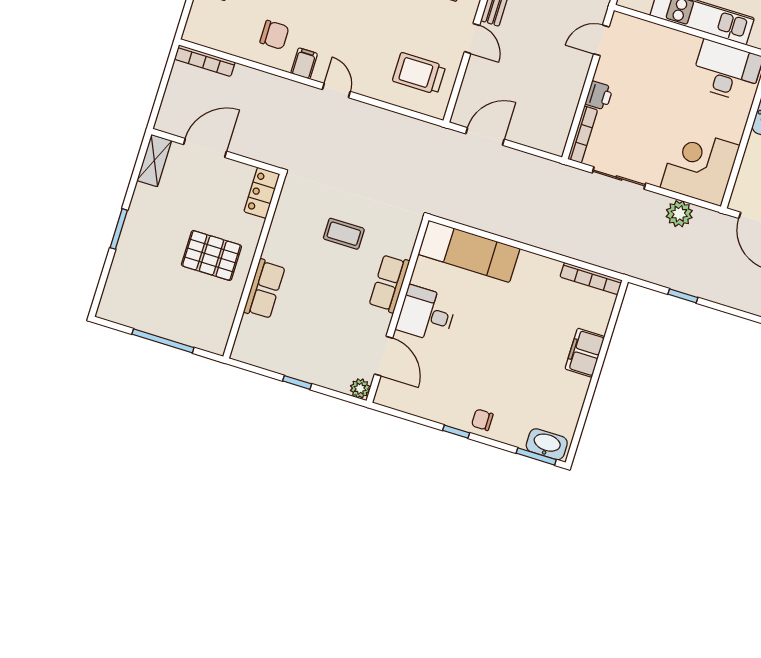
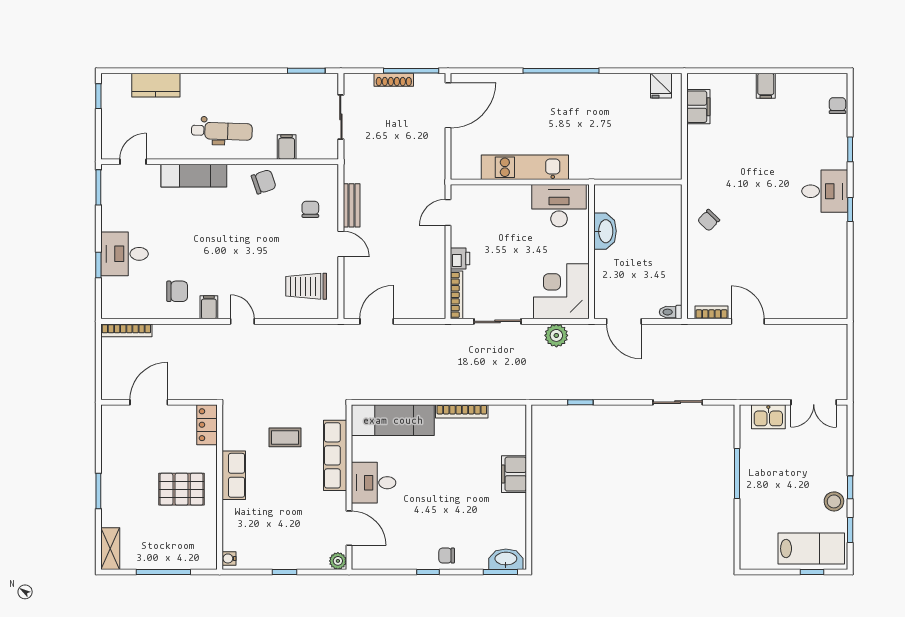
shelving: (154, 161) -> (110, 549), moved
bookcase: (591, 279) -> (462, 411), moved
row of seats: (389, 283) -> (335, 455), width x1.48
row of seats: (264, 289) -> (234, 475), moved
water cooler: (240, 348) -> (229, 558), added

